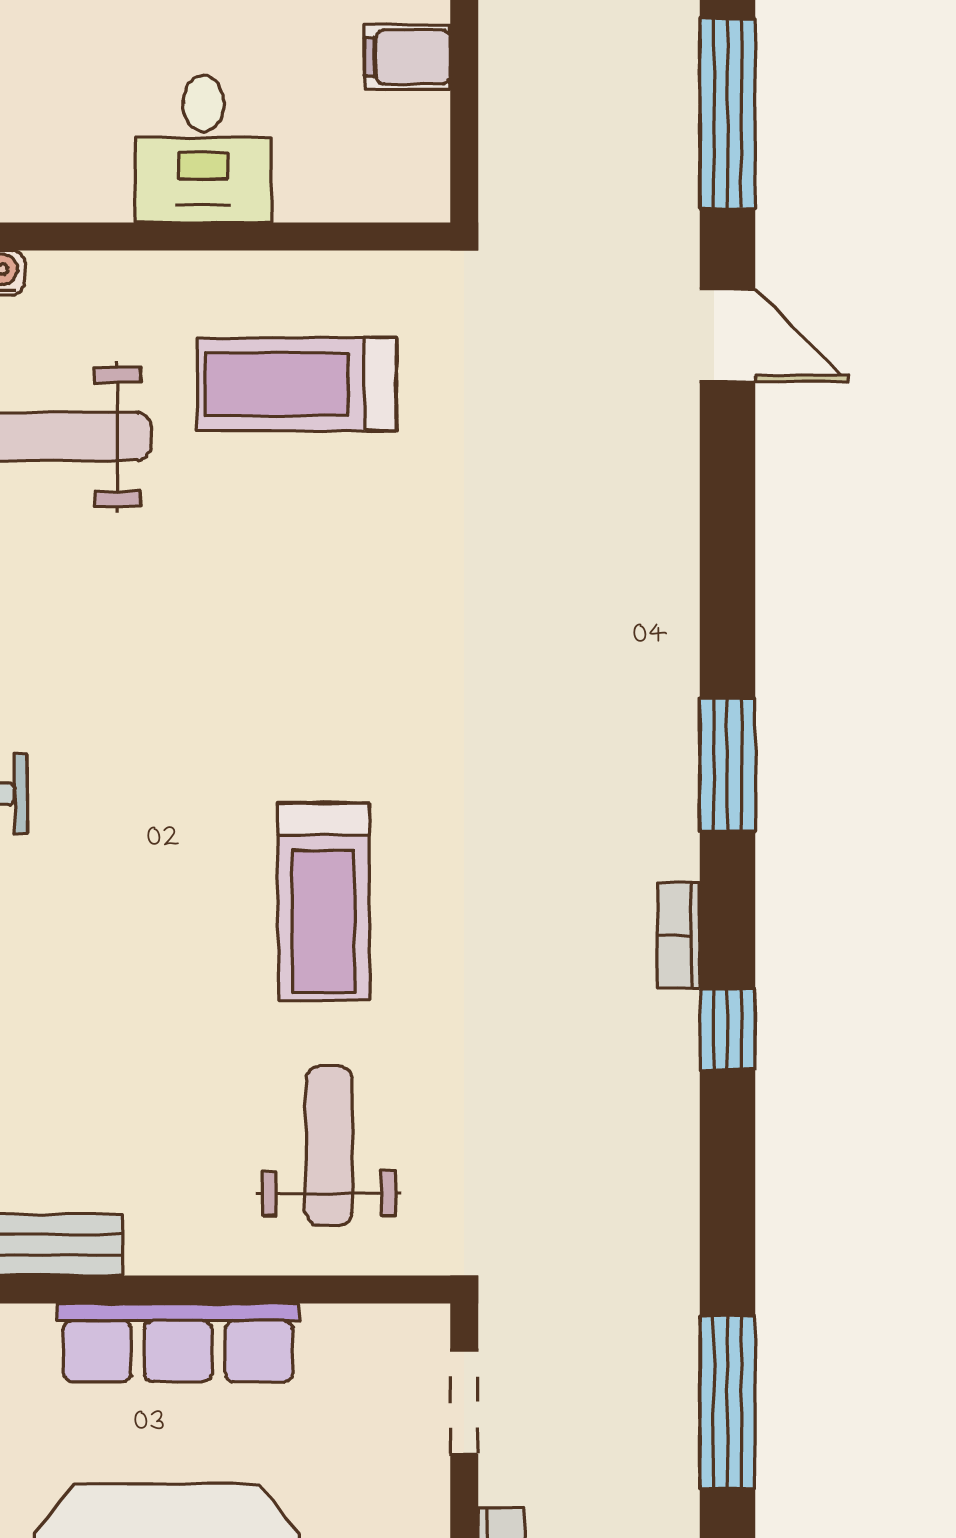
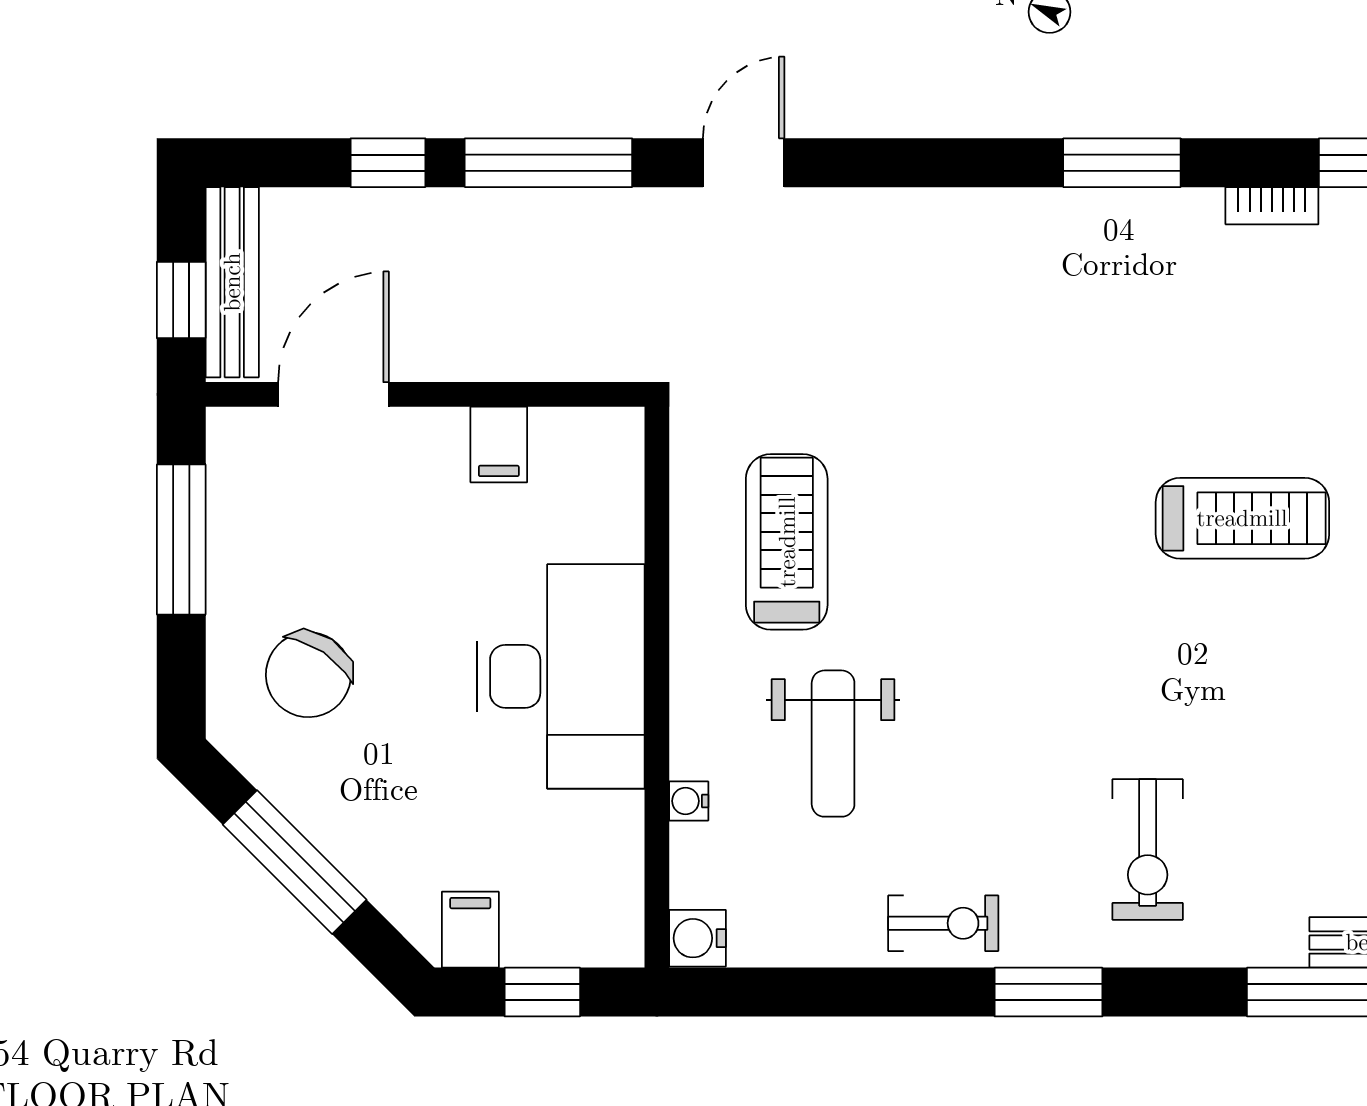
desk: (203, 149) -> (561, 676), width x1.87, depth x1.30
treadmill: (297, 384) -> (787, 542), turned 180

